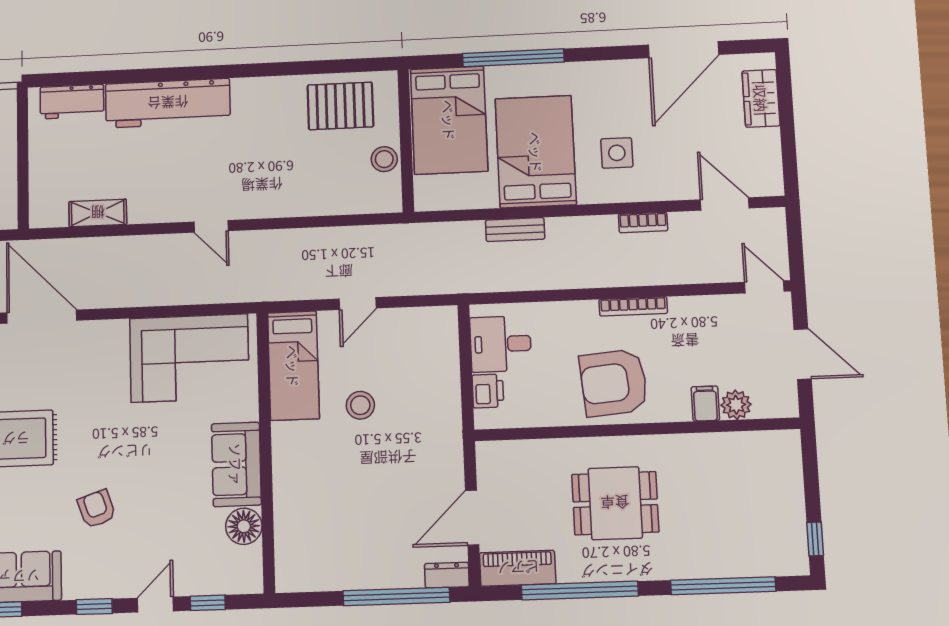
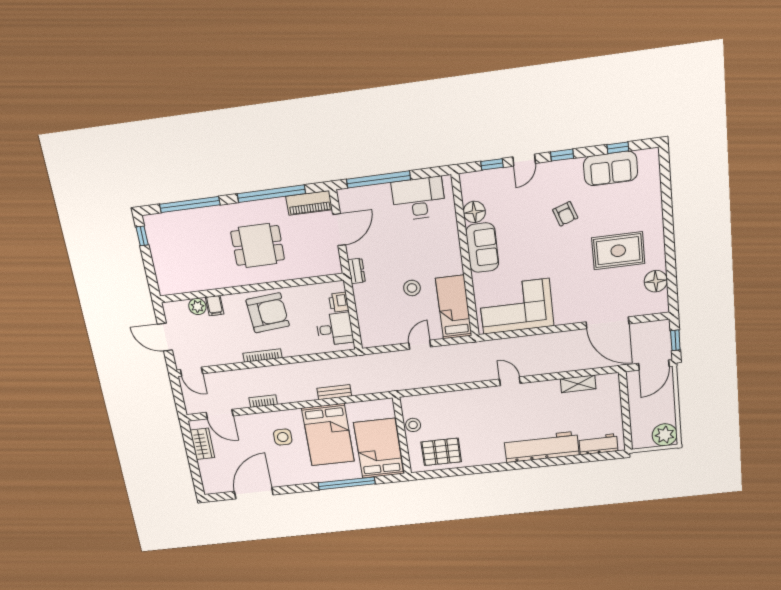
wardrobe: (761, 98) -> (202, 444), moved
desk: (333, 558) -> (418, 199), added
dresser: (447, 575) -> (356, 271), moved, turned -90

